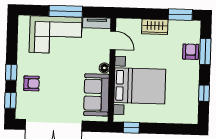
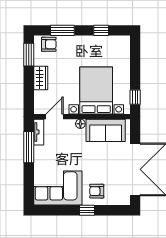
window: (66, 11) -> (29, 147), moved
corner sofa: (56, 35) -> (58, 188), moved, turned -90
armchair: (191, 52) -> (49, 44), moved, turned 180
armchair: (31, 83) -> (97, 191), turned -90
window: (10, 100) -> (113, 210), removed

